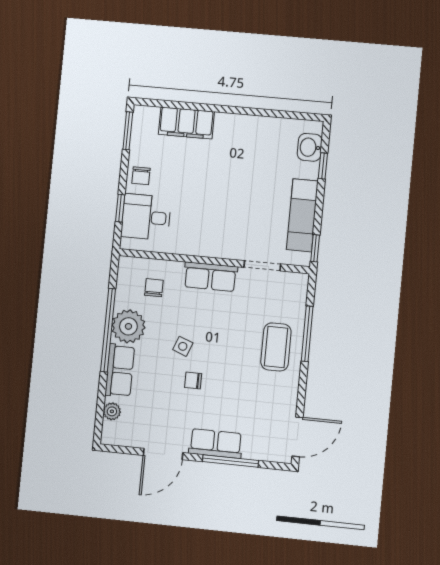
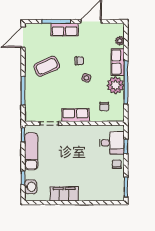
filing cabinet: (186, 123) -> (64, 194), moved
coffee table: (276, 347) -> (47, 66), moved, turned 66

